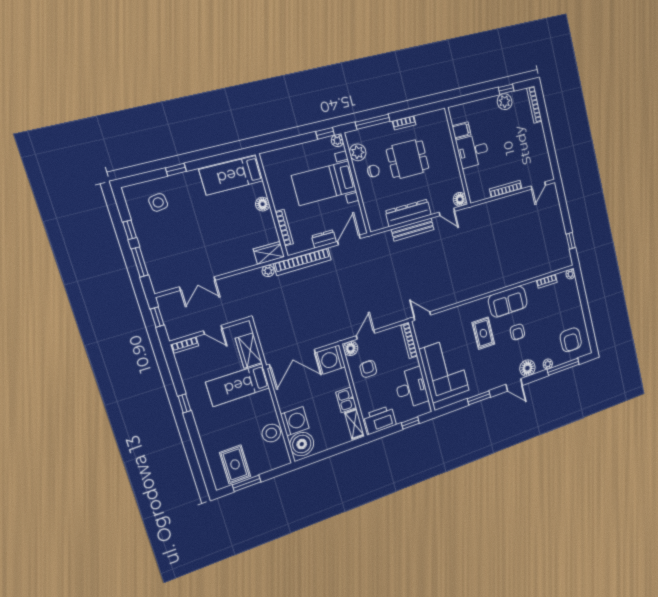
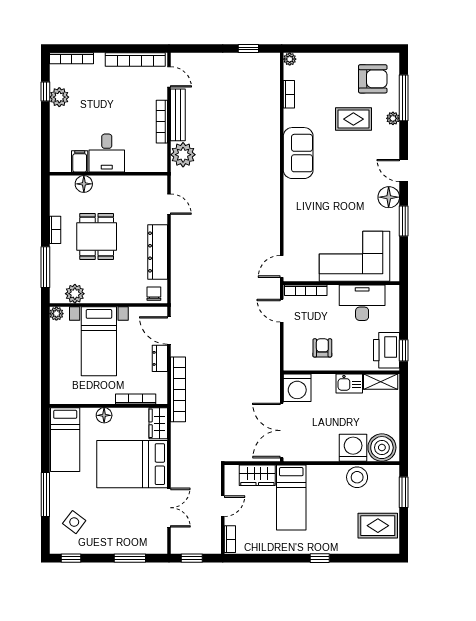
window: (325, 133) -> (45, 325), removed
bookcase: (545, 156) -> (135, 59), added
window: (176, 170) -> (45, 495), width x2.17
chair: (373, 171) -> (154, 294), moved
floor lamp: (460, 199) -> (84, 184), moved
side table: (158, 202) -> (74, 522), turned 45
door: (447, 212) -> (169, 204), hinge flipped
bench: (413, 229) -> (178, 115), moved
window: (130, 230) -> (71, 558), moved
bed: (227, 240) -> (132, 464), added
plant: (268, 271) -> (183, 155), moved, width x1.87, depth x1.87
armchair: (517, 332) -> (339, 150), removed
rug: (483, 333) -> (353, 119), moved
door: (366, 335) -> (282, 311), moved
floor lamp: (351, 348) -> (292, 362), removed
double door: (293, 358) -> (282, 431), swing flipped
floor lamp: (527, 368) -> (389, 197), moved
armchair: (368, 369) -> (322, 348), turned 90
door: (514, 385) -> (404, 171), swing flipped
window: (184, 403) -> (320, 558), moved
window: (410, 423) -> (404, 350), moved
window: (247, 483) -> (404, 492), moved

